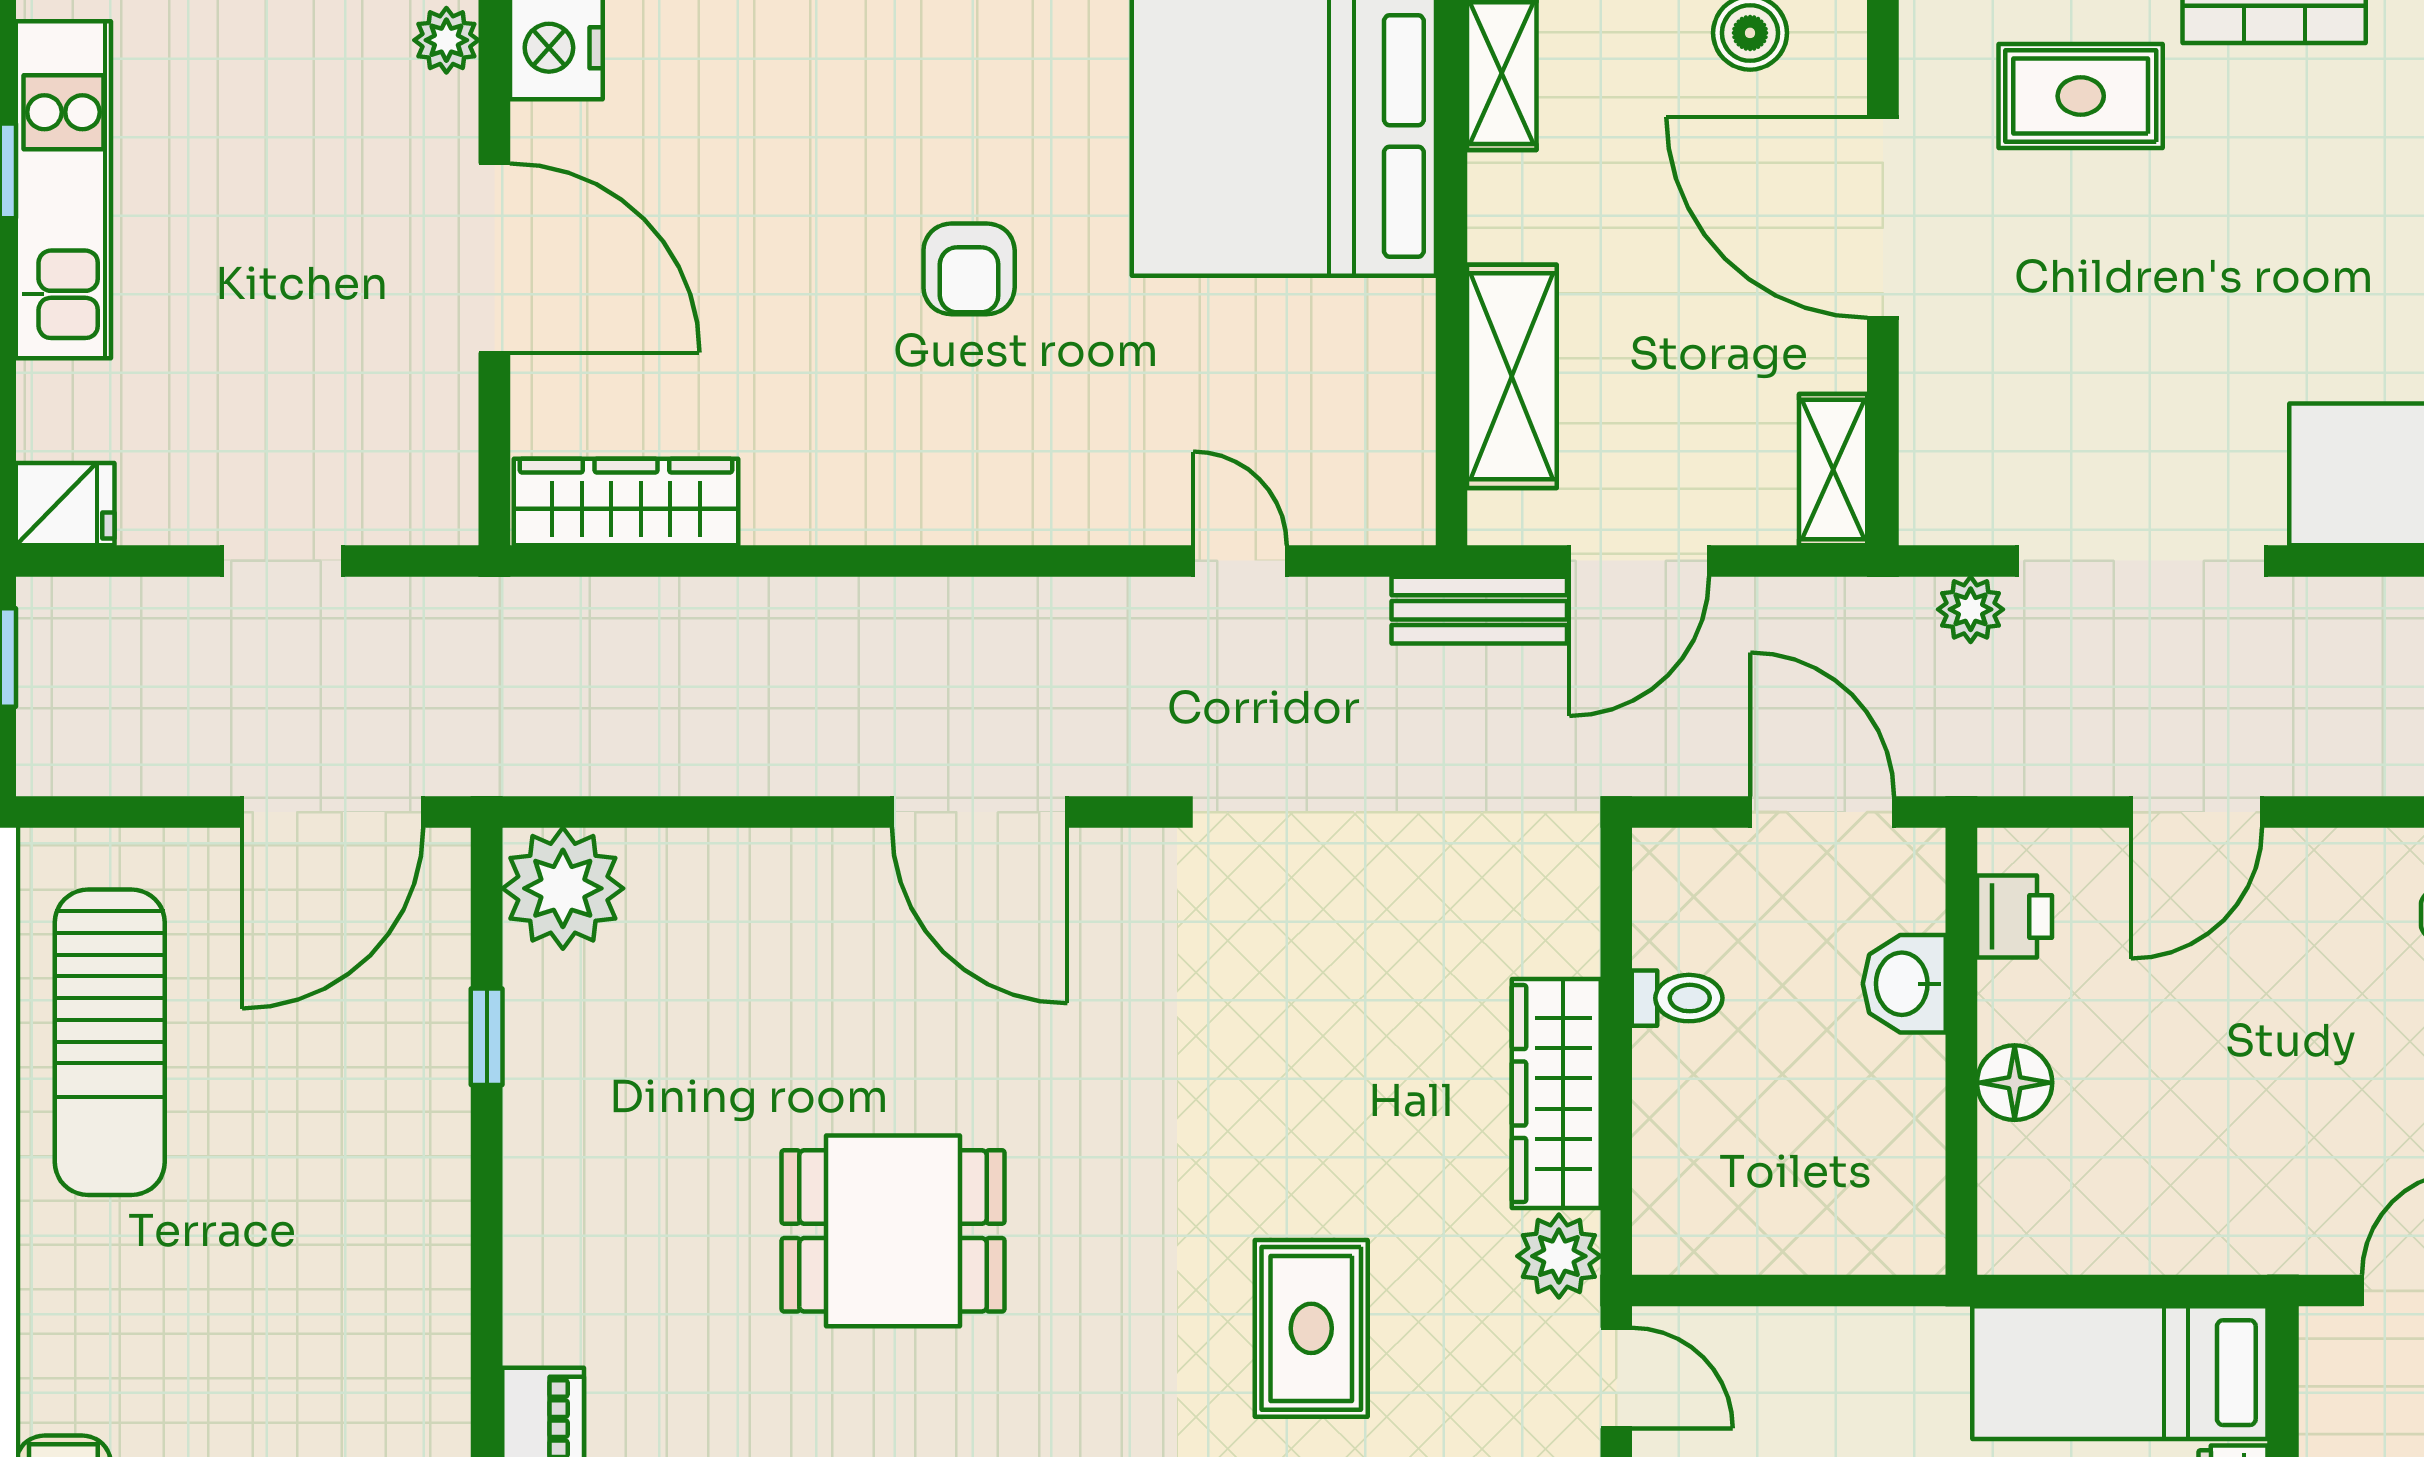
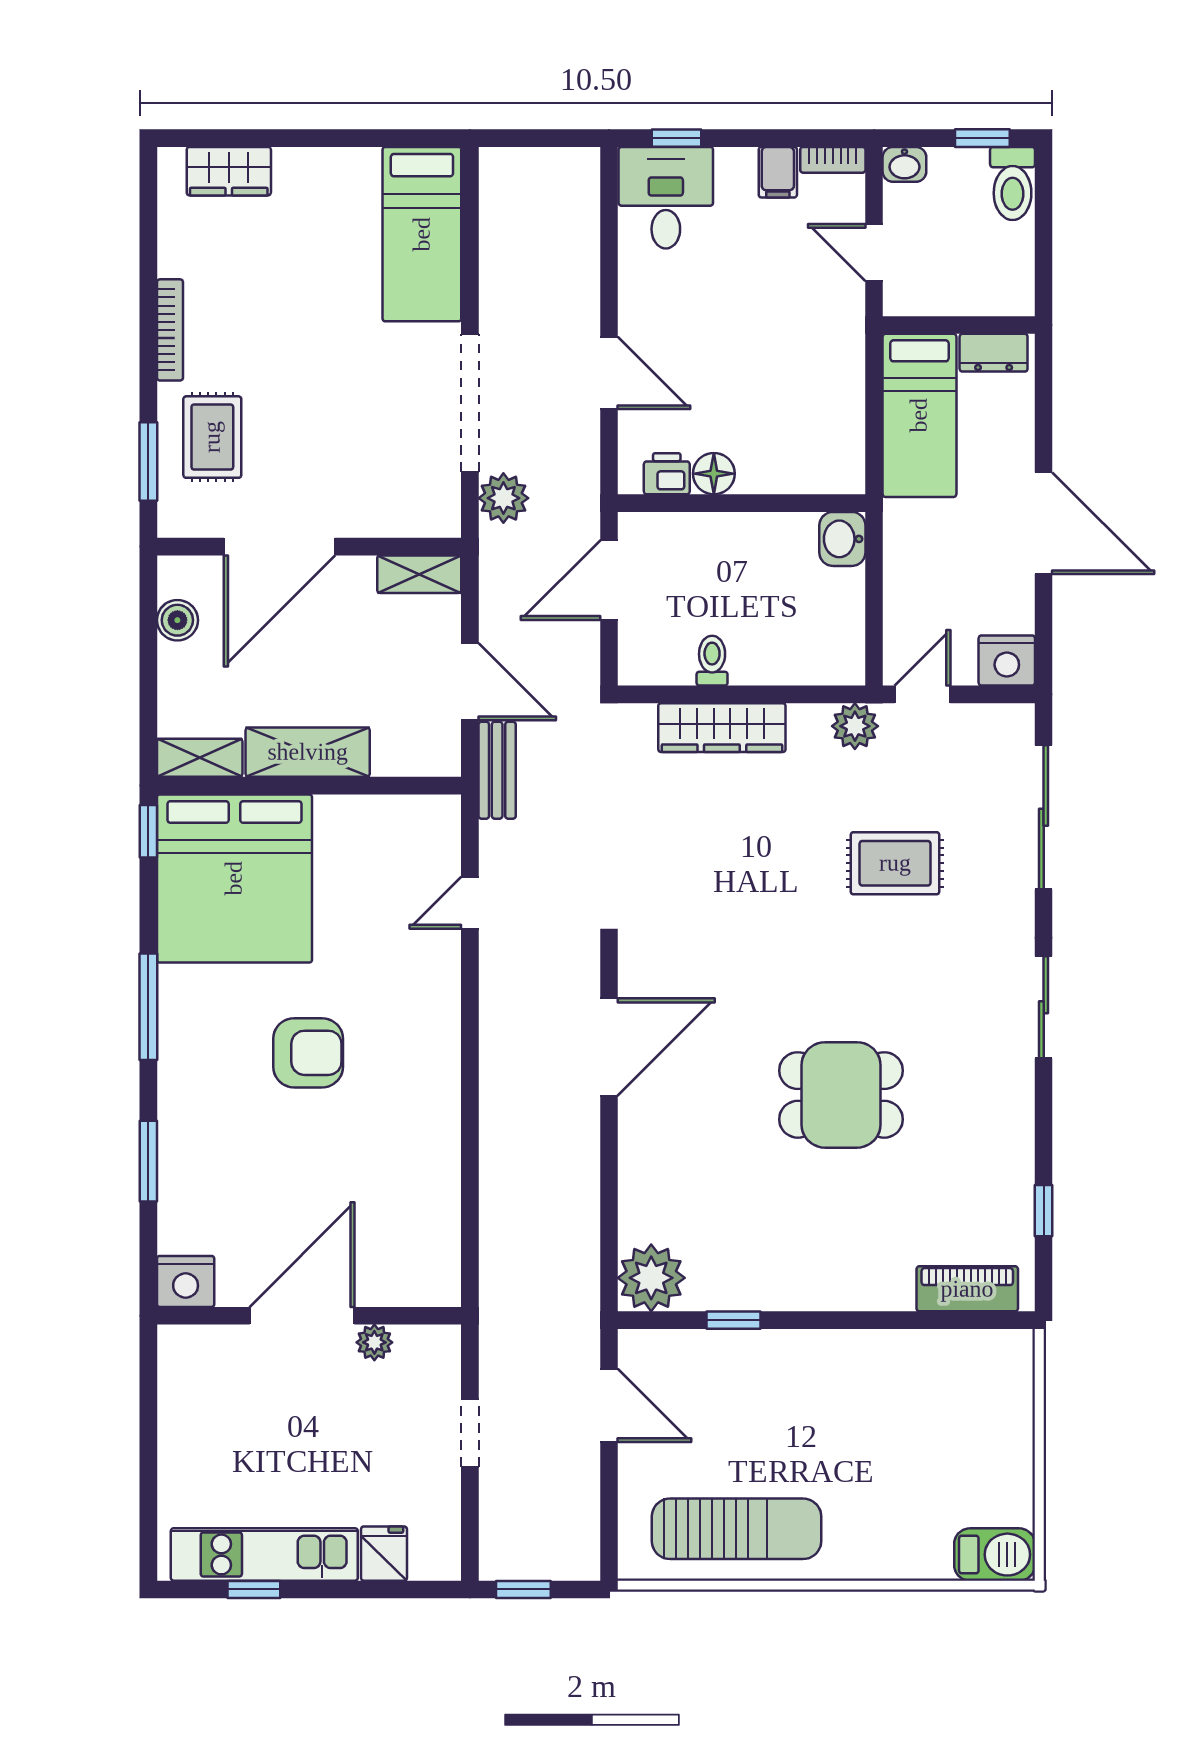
plant: (446, 40) -> (374, 1342), moved
armchair: (969, 269) -> (308, 1053), width x1.38, depth x1.38
shelving: (1512, 376) -> (308, 752), moved
wardrobe: (626, 502) -> (437, 1243), removed
fridge: (65, 504) -> (384, 1554), moved
plant: (1971, 609) -> (503, 498), width x1.38, depth x1.38
door: (333, 812) -> (609, 1405), width x0.73
washbasin: (1904, 984) -> (842, 539), moved, turned 90
floor lamp: (2015, 1083) -> (714, 474), moved
wardrobe: (1556, 1094) -> (722, 728), moved
dining table: (893, 1231) -> (841, 1095), turned 90

